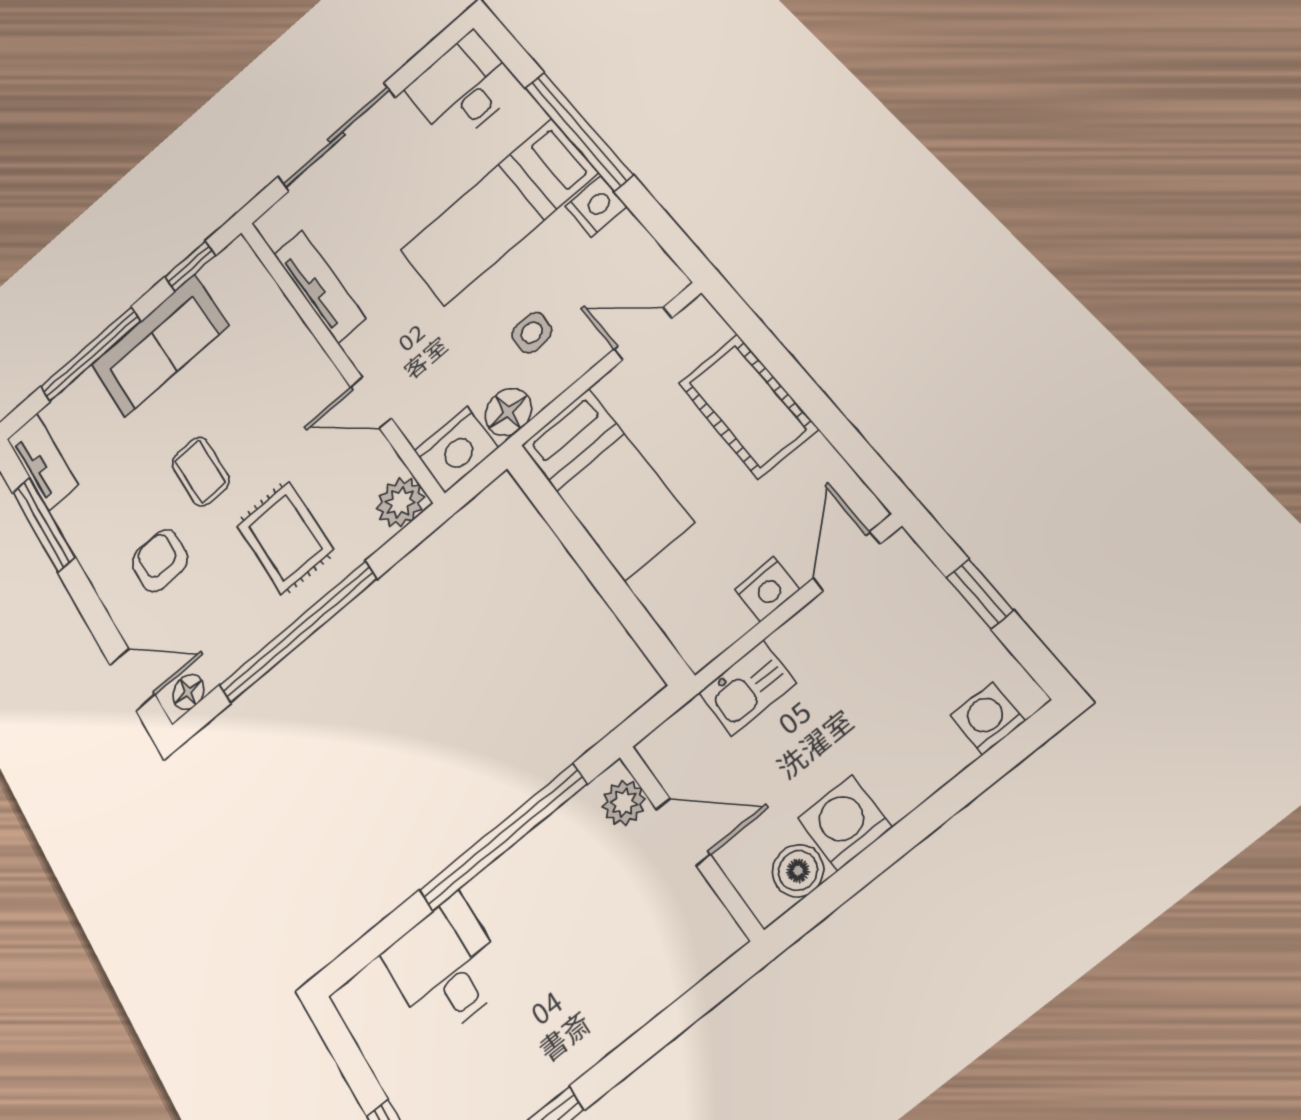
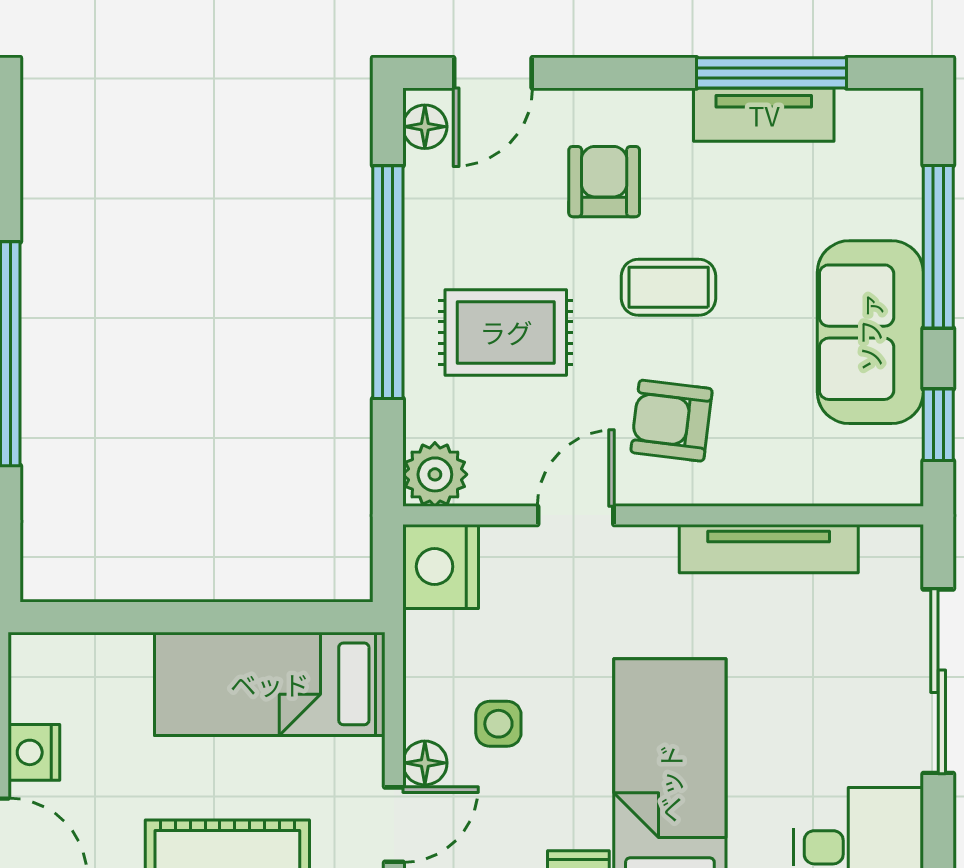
armchair: (278, 402) -> (671, 421), added
floor lamp: (508, 412) -> (425, 763), moved, width x0.73, depth x0.73
tv unit: (42, 462) -> (764, 115), moved
armchair: (160, 561) -> (604, 182), turned -90

